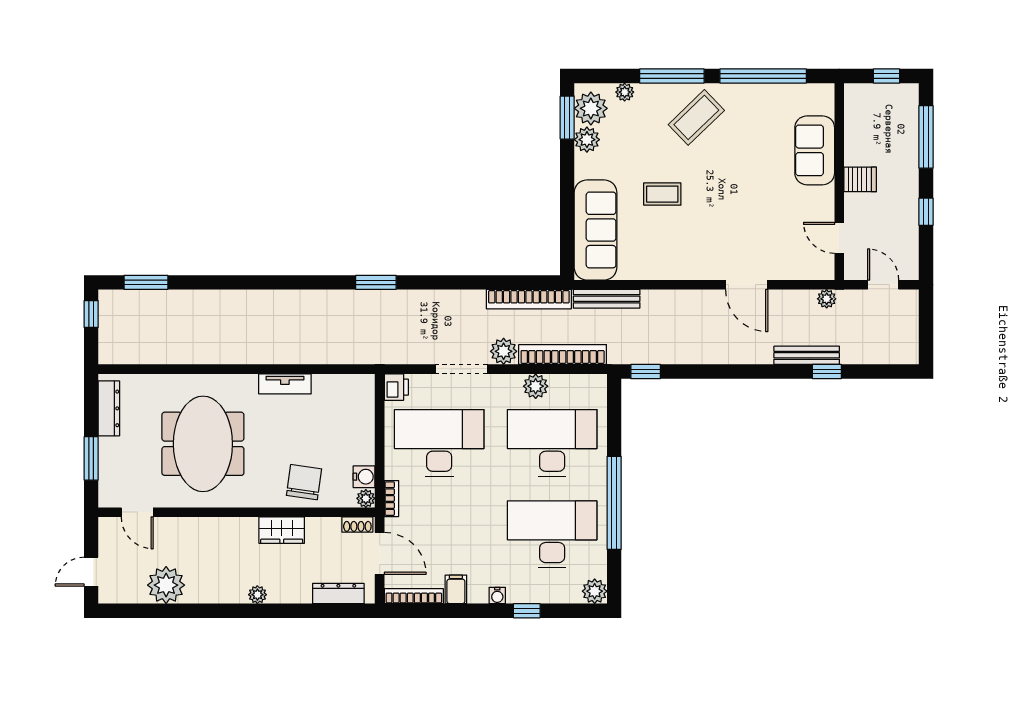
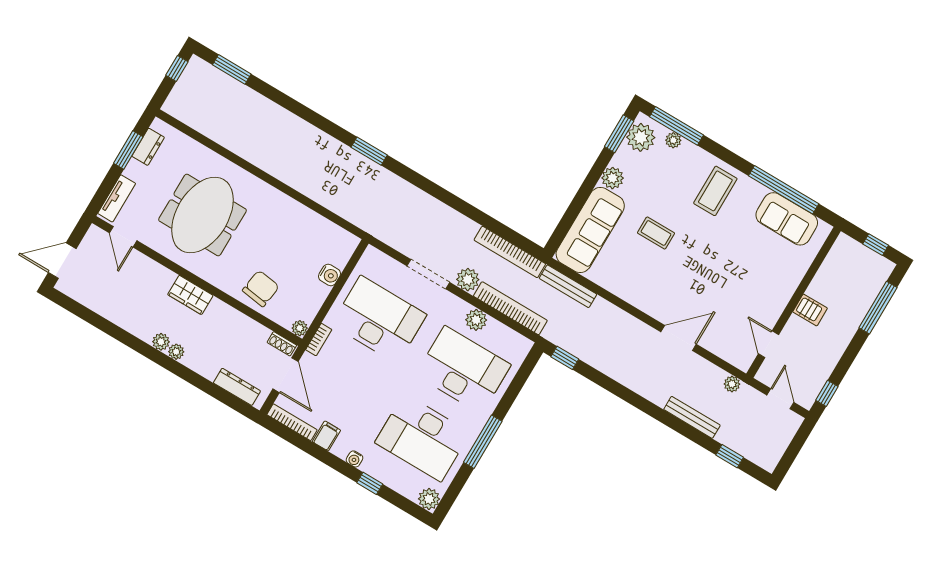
window: (672, 76) -> (676, 126), moved
coffee table: (696, 117) -> (715, 191), turned -46
plant: (587, 140) -> (613, 178), moved
sofa: (815, 150) -> (787, 219), moved, turned -90
window: (926, 212) -> (827, 393), moved
window: (376, 282) -> (369, 151), moved
door: (747, 285) -> (679, 338), swing flipped
window: (827, 372) -> (730, 456), moved
tv unit: (285, 384) -> (117, 198), moved, turned -90
printer: (396, 387) -> (372, 259), removed
dresser: (109, 408) -> (148, 147), width x0.70
window: (91, 458) -> (128, 150), moved
water cooler: (364, 477) -> (330, 275), moved
window: (614, 503) -> (483, 442), width x0.68
wardrobe: (282, 530) -> (190, 295), moved
desk: (552, 534) -> (423, 438), turned 180
door: (91, 572) -> (62, 261), width x1.37
plant: (166, 585) -> (161, 342), moved, width x0.53, depth x0.53

